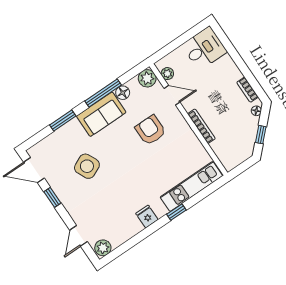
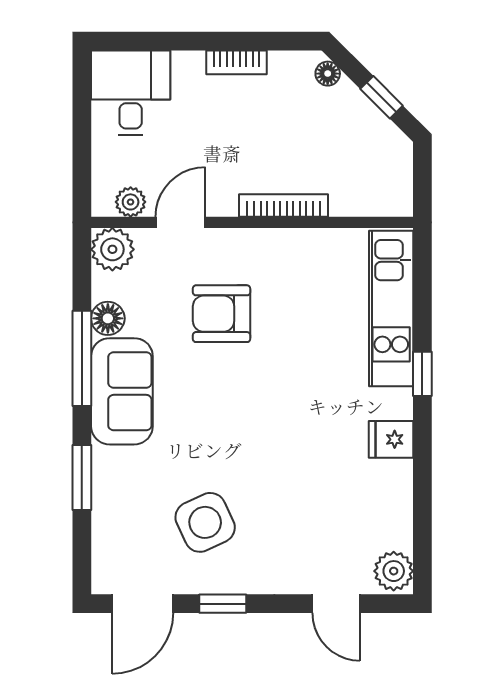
bookcase: (248, 90) -> (237, 62), moved
side table: (87, 166) -> (205, 522), moved

